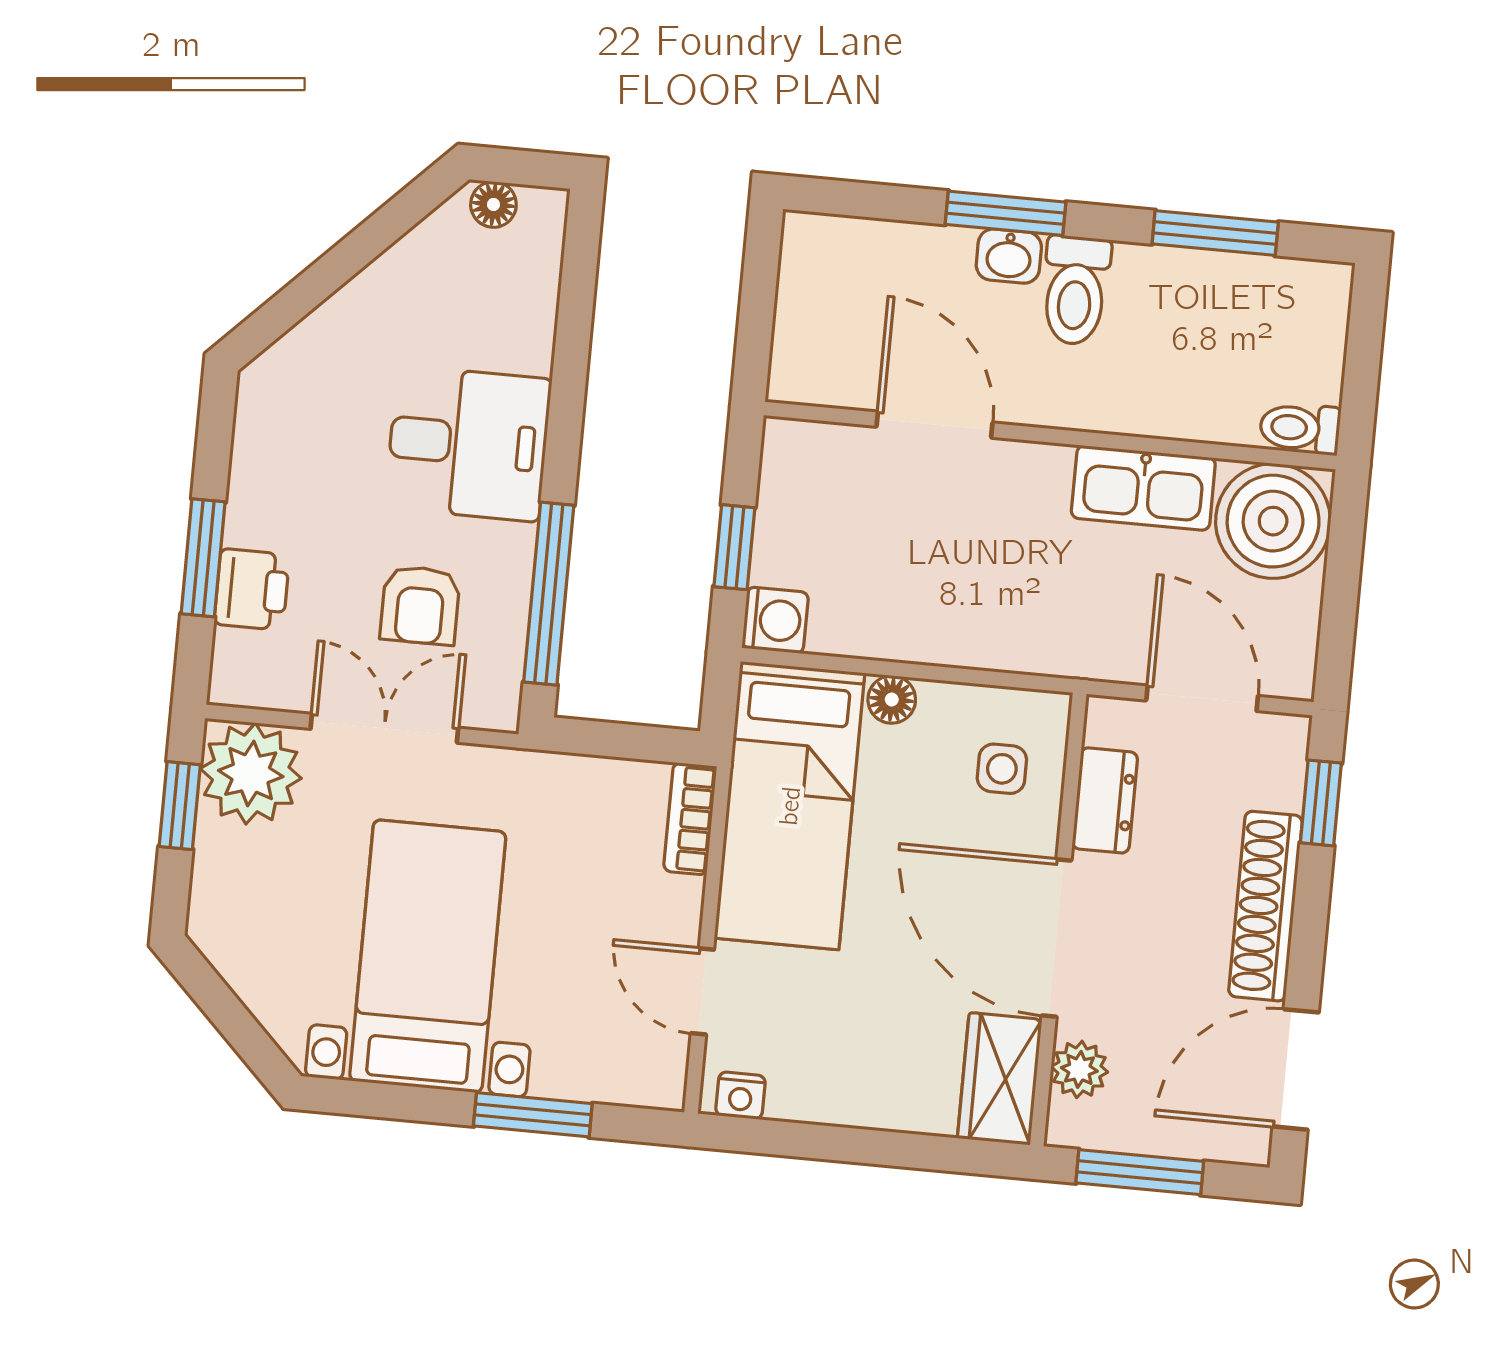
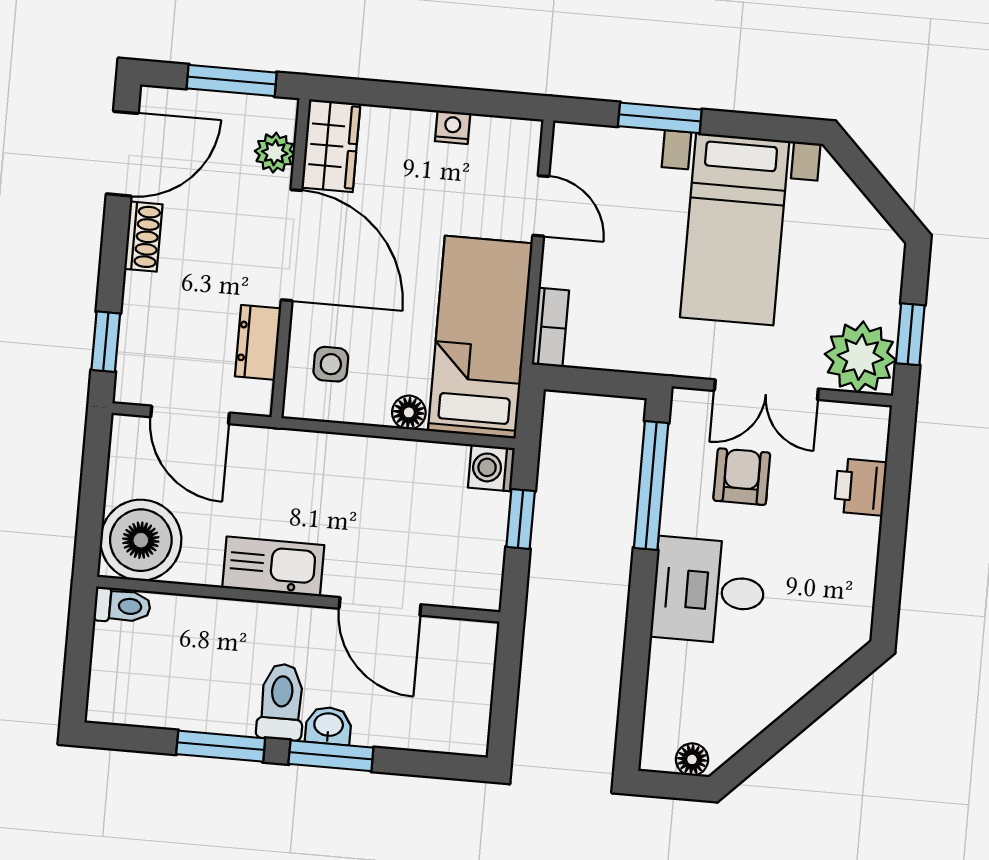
window: (1215, 233) -> (221, 746), moved
kitchen sink: (1143, 488) -> (273, 566), moved
window: (203, 558) -> (895, 509), removed
shoe rack: (1265, 906) -> (143, 237), width x0.51, depth x0.81
nightstand: (740, 1096) -> (453, 127), moved

